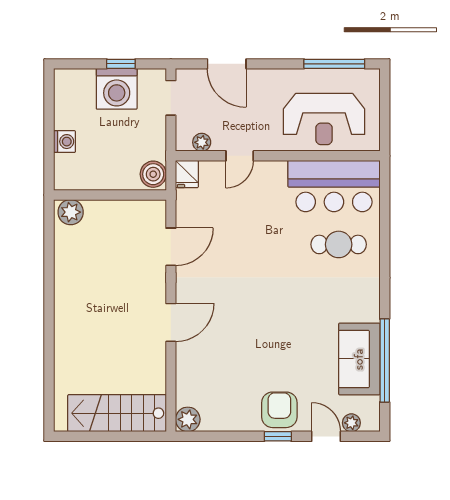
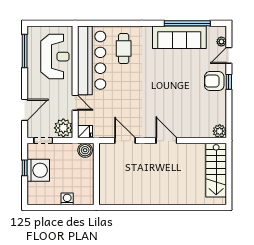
plant: (202, 142) -> (63, 128), width x1.88, depth x1.88
bar counter: (334, 186) -> (92, 60), width x1.36
plant: (71, 212) -> (106, 195), removed
sofa: (359, 359) -> (179, 37), width x1.36

